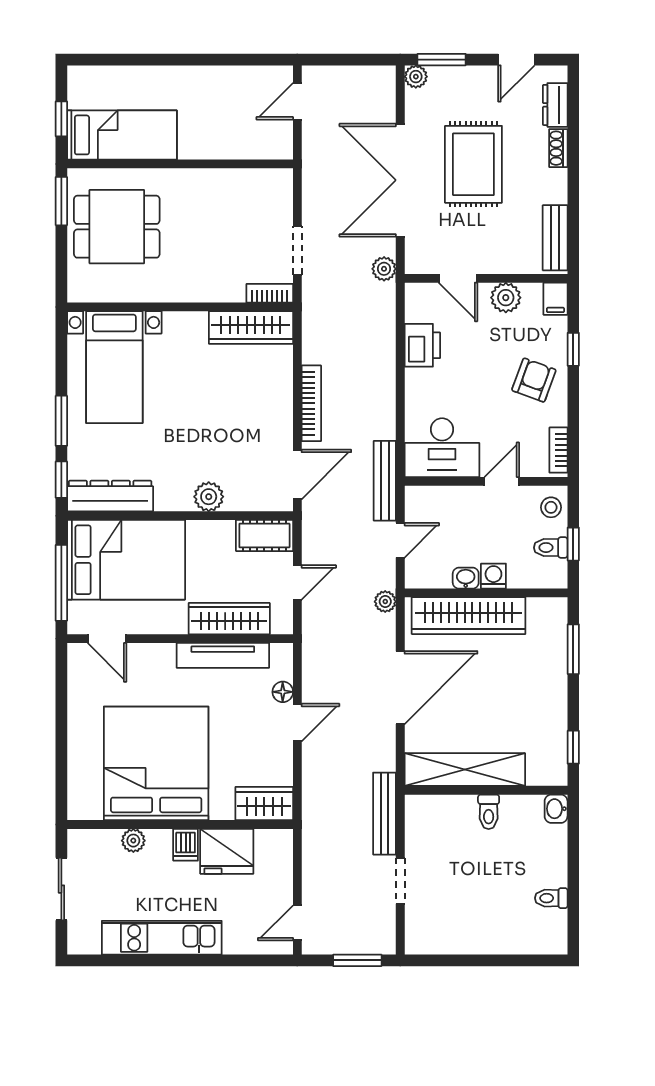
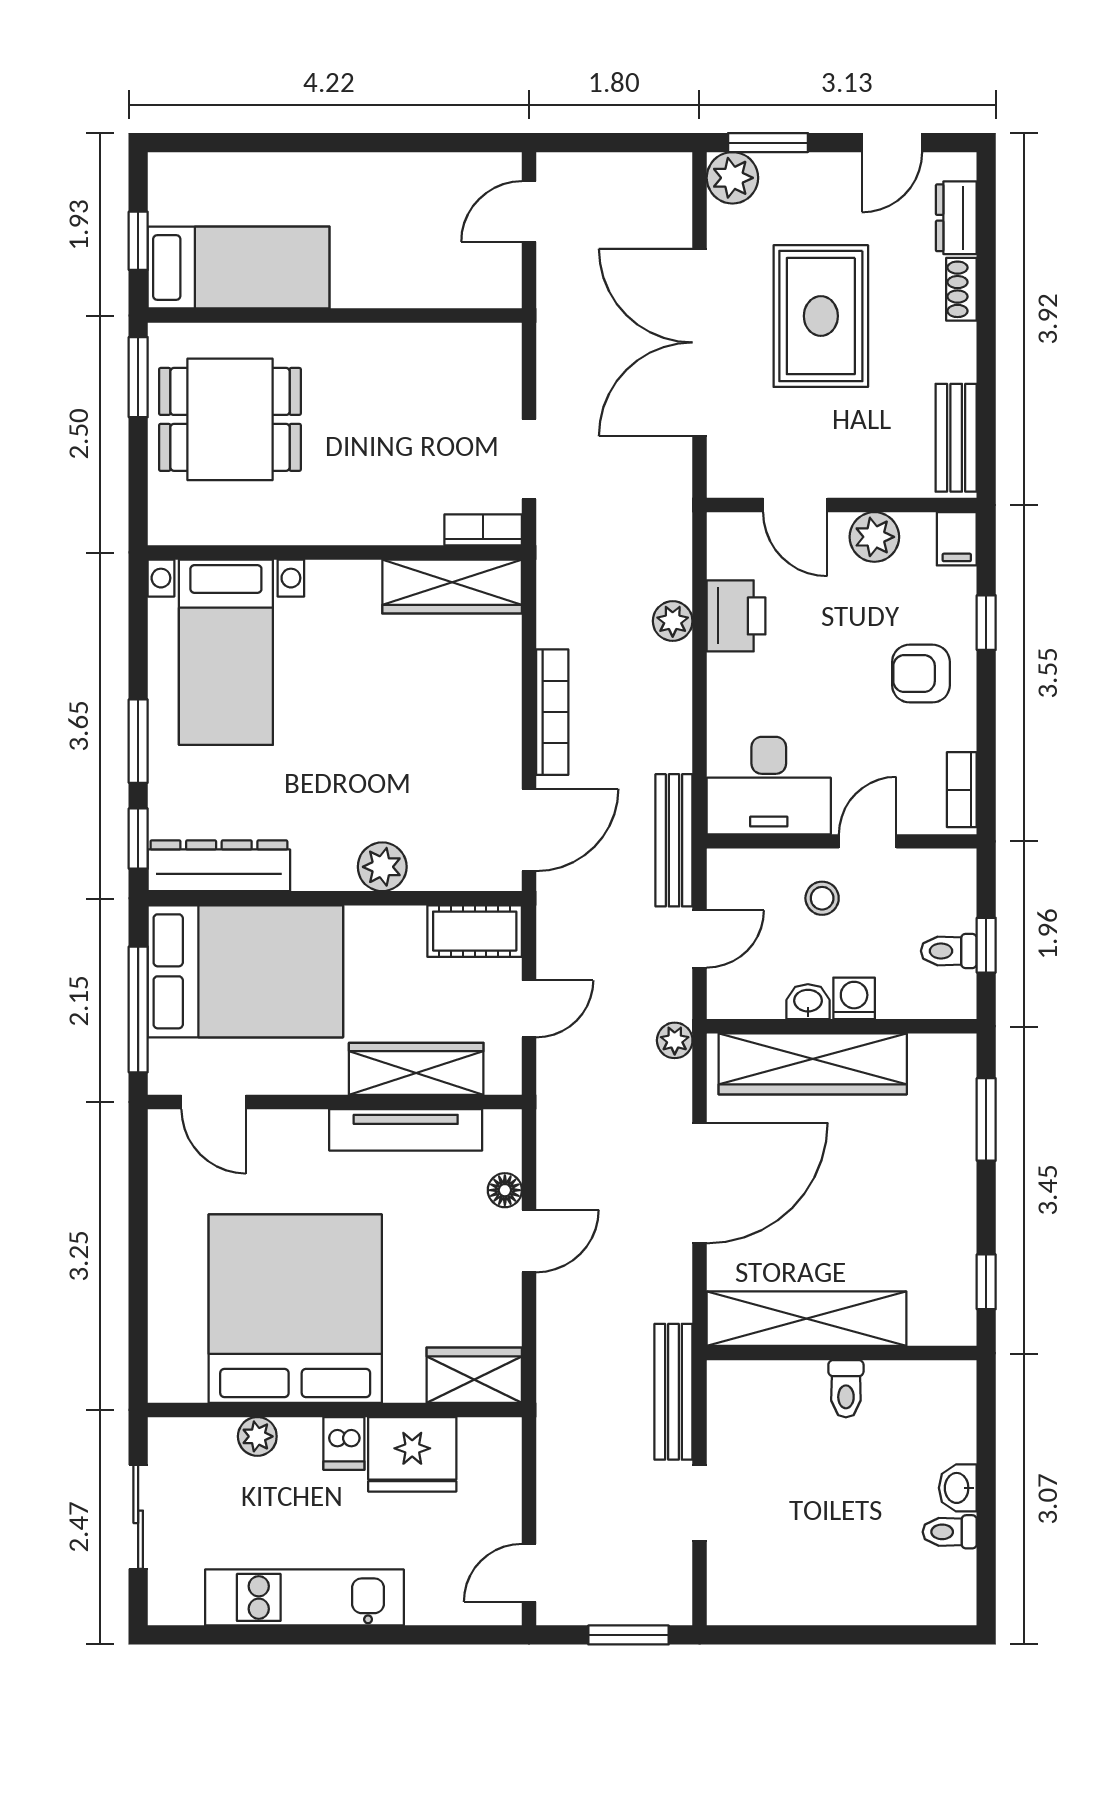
plant: (416, 77) -> (732, 178), width x1.38, depth x1.38
plant: (384, 269) -> (673, 621), moved
armchair: (534, 380) -> (921, 674), turned -110
stool: (551, 507) -> (822, 898), moved
washbasin: (556, 809) -> (958, 1488), moved

